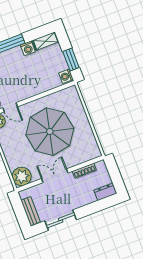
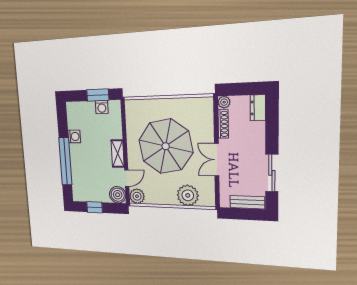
shelving: (46, 41) -> (118, 154), moved
washing machine: (66, 76) -> (102, 107), moved
plant: (101, 165) -> (224, 102), added
plant: (22, 176) -> (188, 195), moved

